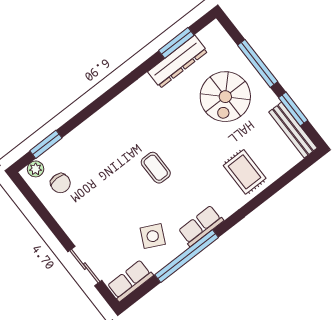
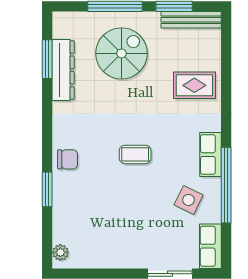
spiral stairs: (225, 97) -> (121, 53), turned -90
window: (46, 144) -> (47, 189), moved
chair: (60, 183) -> (68, 159), moved

